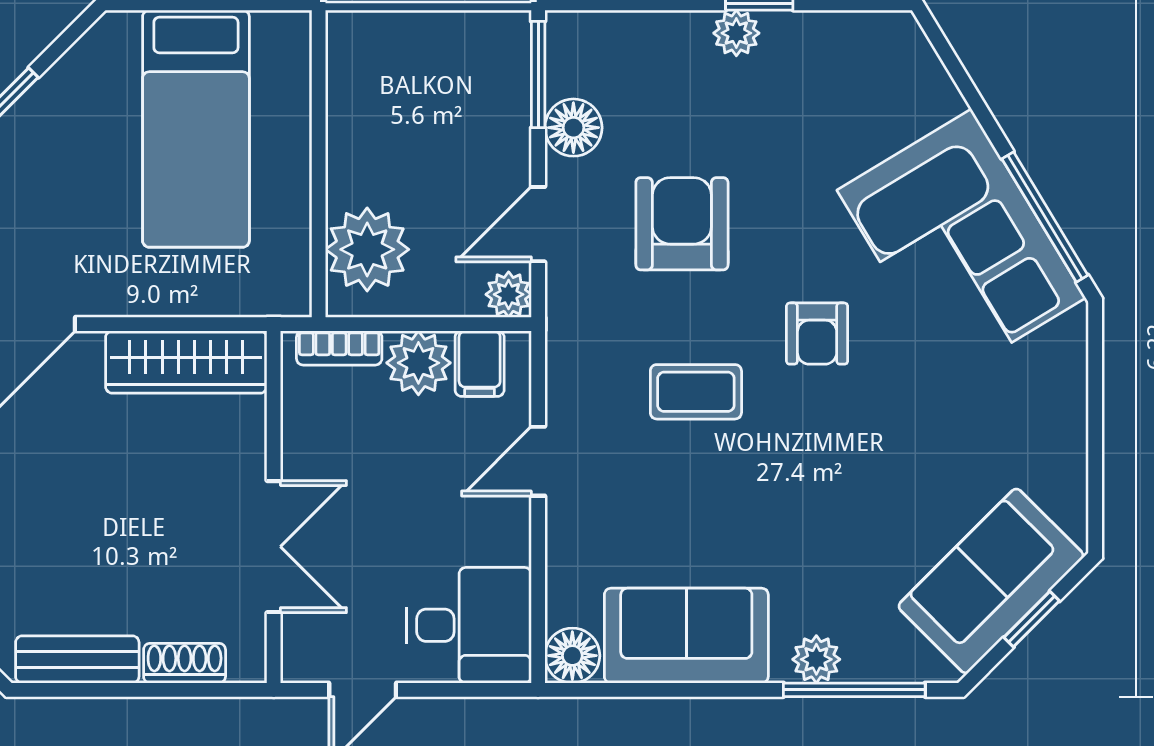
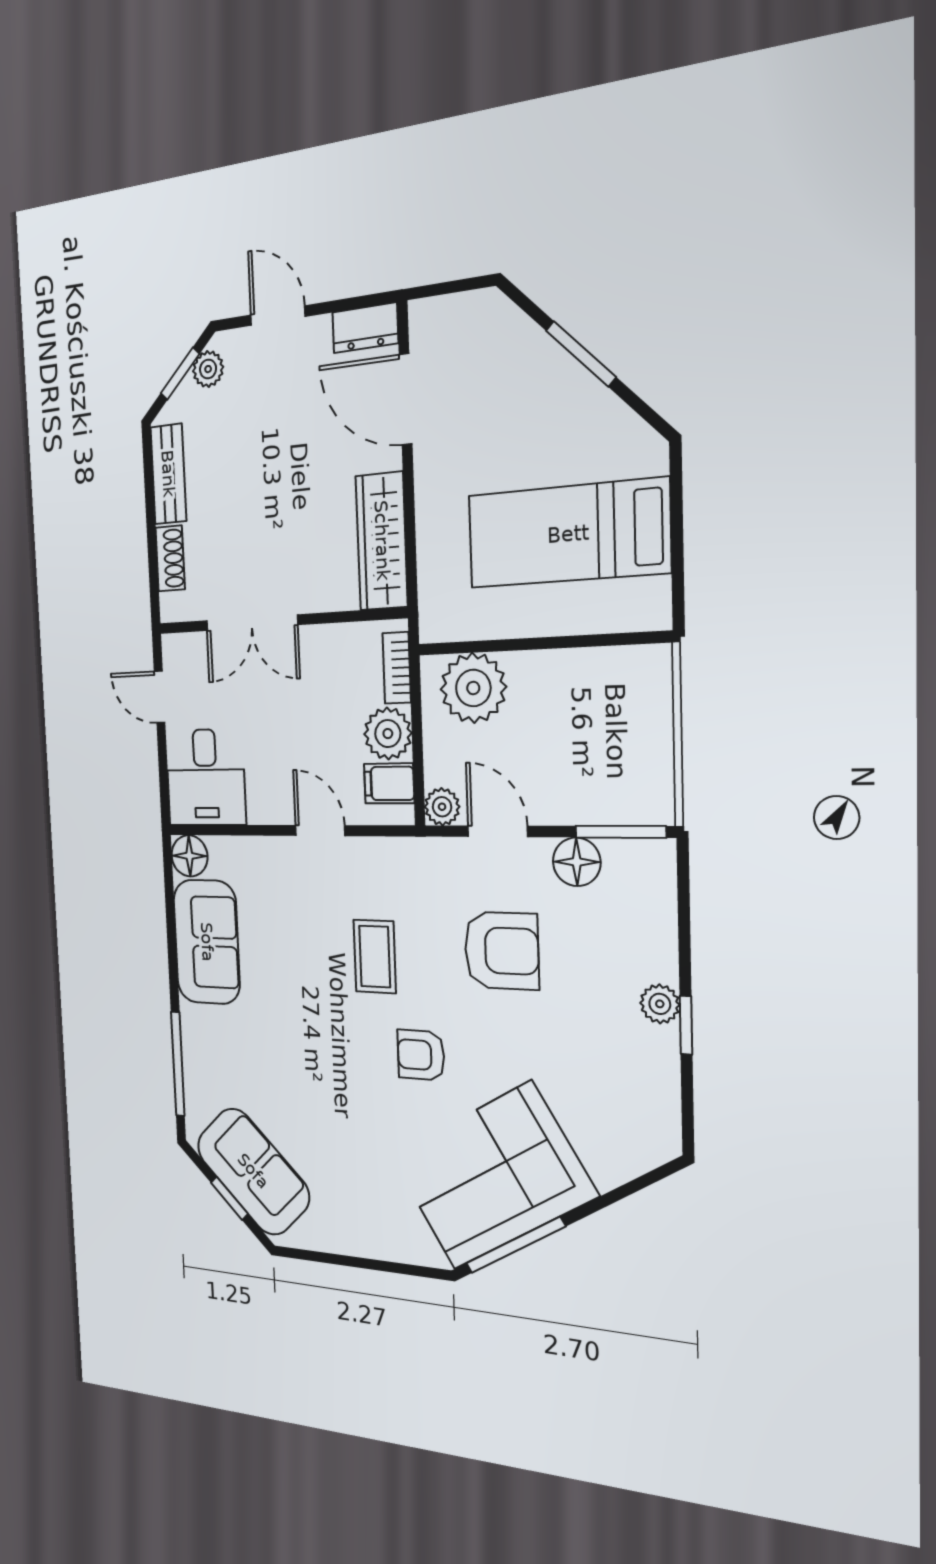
plant: (816, 659) -> (196, 1038), removed

